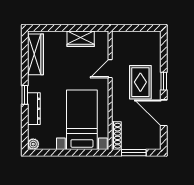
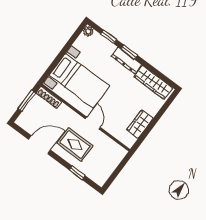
door: (110, 69) -> (93, 123), moved
window: (164, 81) -> (77, 173), moved
dresser: (34, 109) -> (126, 60), moved
window: (25, 123) -> (109, 37), added

